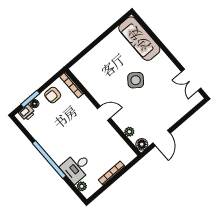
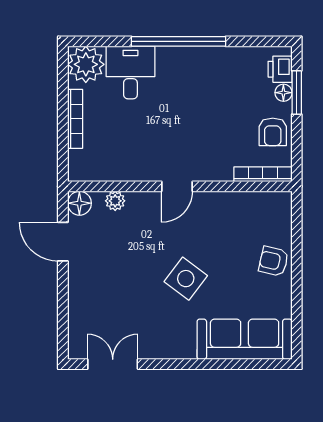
armchair: (101, 53) -> (274, 261), added
armchair: (53, 95) -> (273, 132), turned 180
plant: (82, 186) -> (86, 64), width x1.87, depth x1.87

